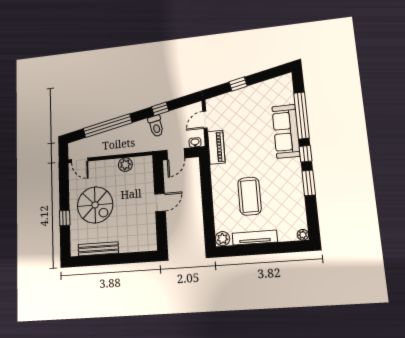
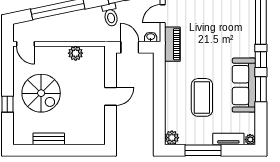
sofa: (286, 131) -> (244, 85), moved
door: (176, 154) -> (130, 47), swing flipped
tv unit: (255, 238) -> (228, 139), moved, width x0.71
bench: (98, 249) -> (49, 139), width x0.73
window: (255, 249) -> (203, 150), added

